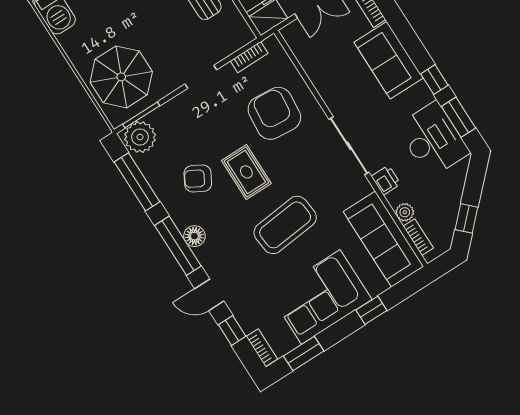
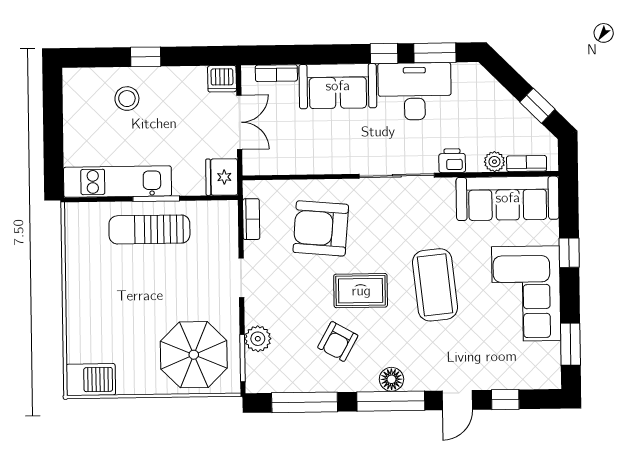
plant: (140, 137) -> (258, 339), moved, width x0.73, depth x0.73
desk: (433, 140) -> (415, 91), moved
bookcase: (262, 348) -> (540, 381), removed

